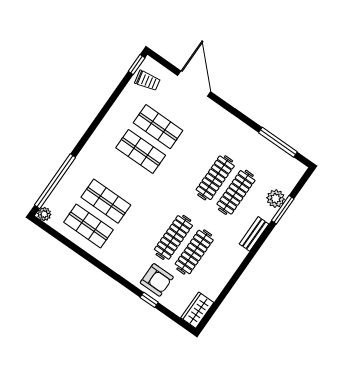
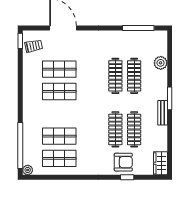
window: (283, 210) -> (170, 98), moved
bench: (254, 234) -> (163, 113), moved

